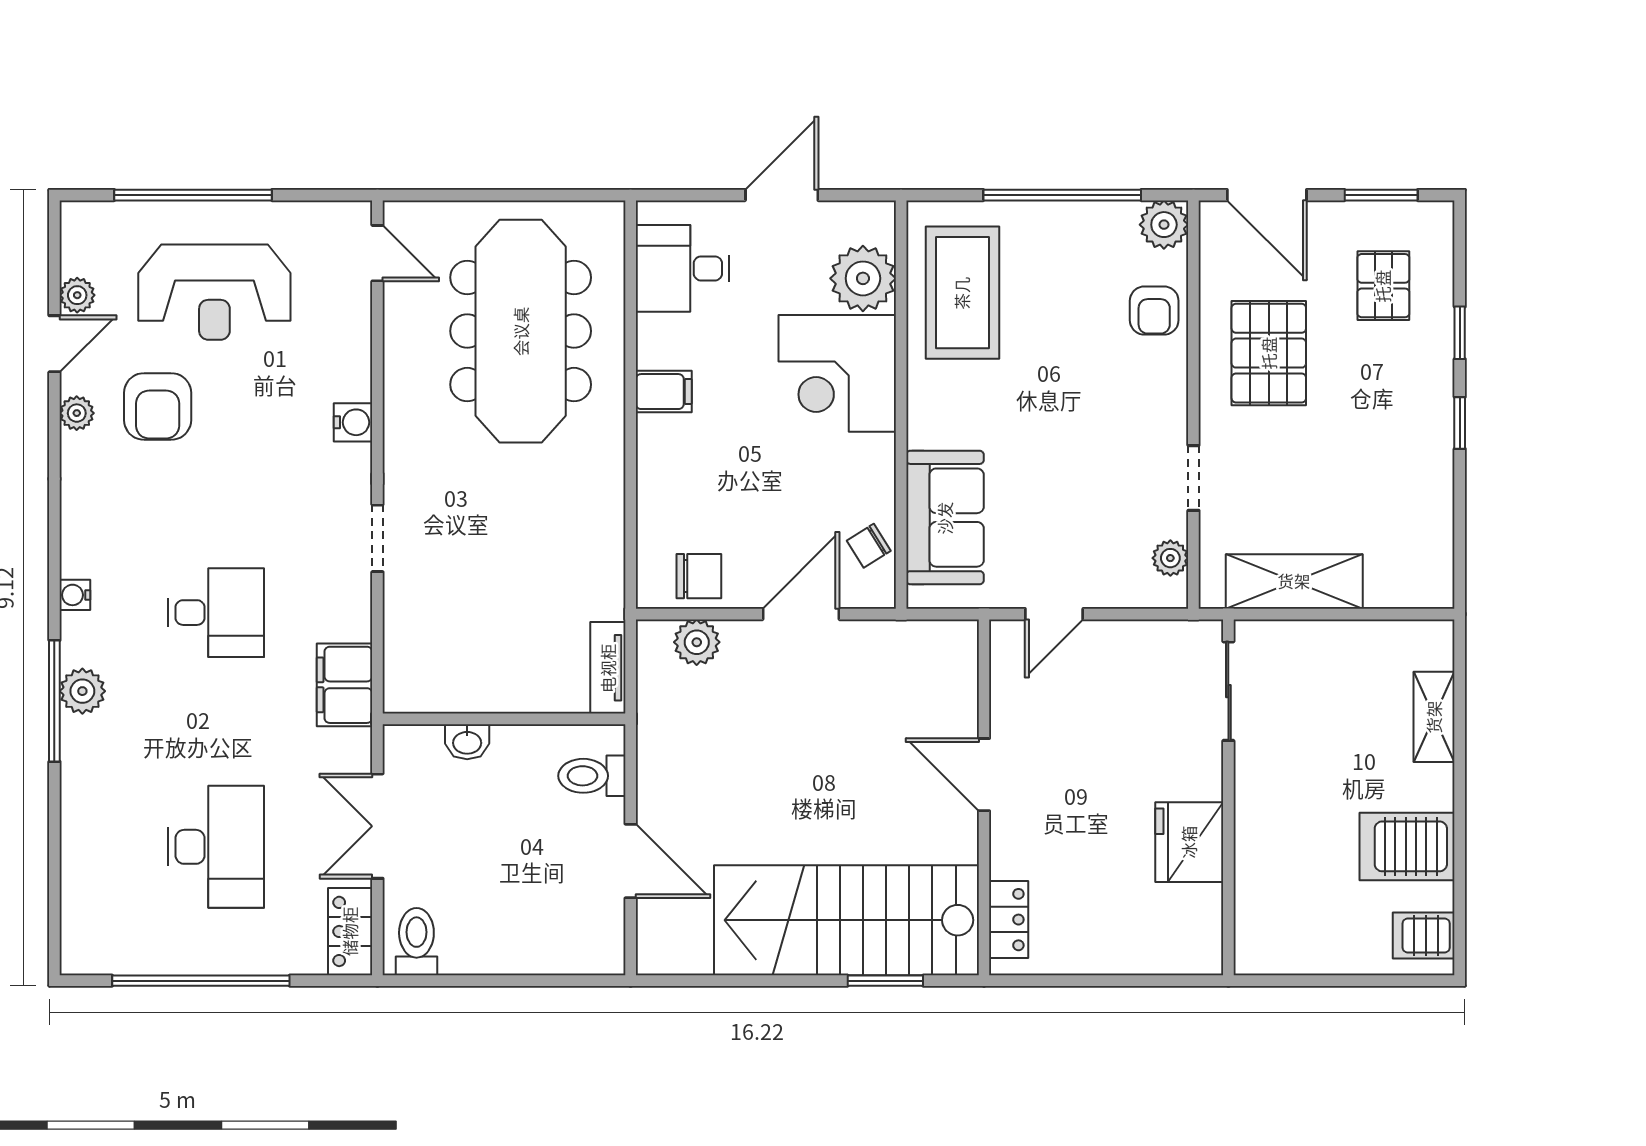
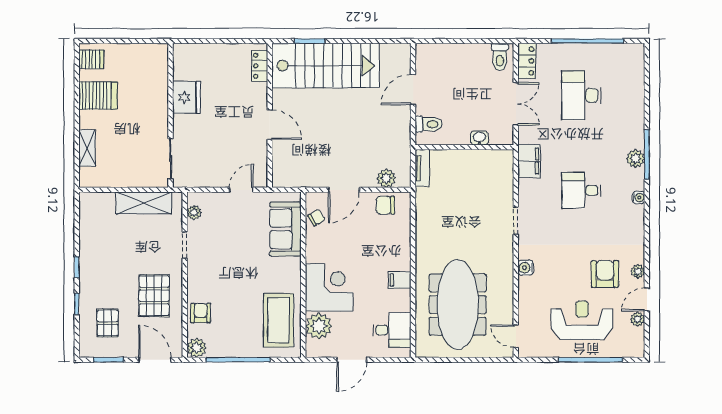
door: (631, 861) -> (413, 90), hinge flipped

